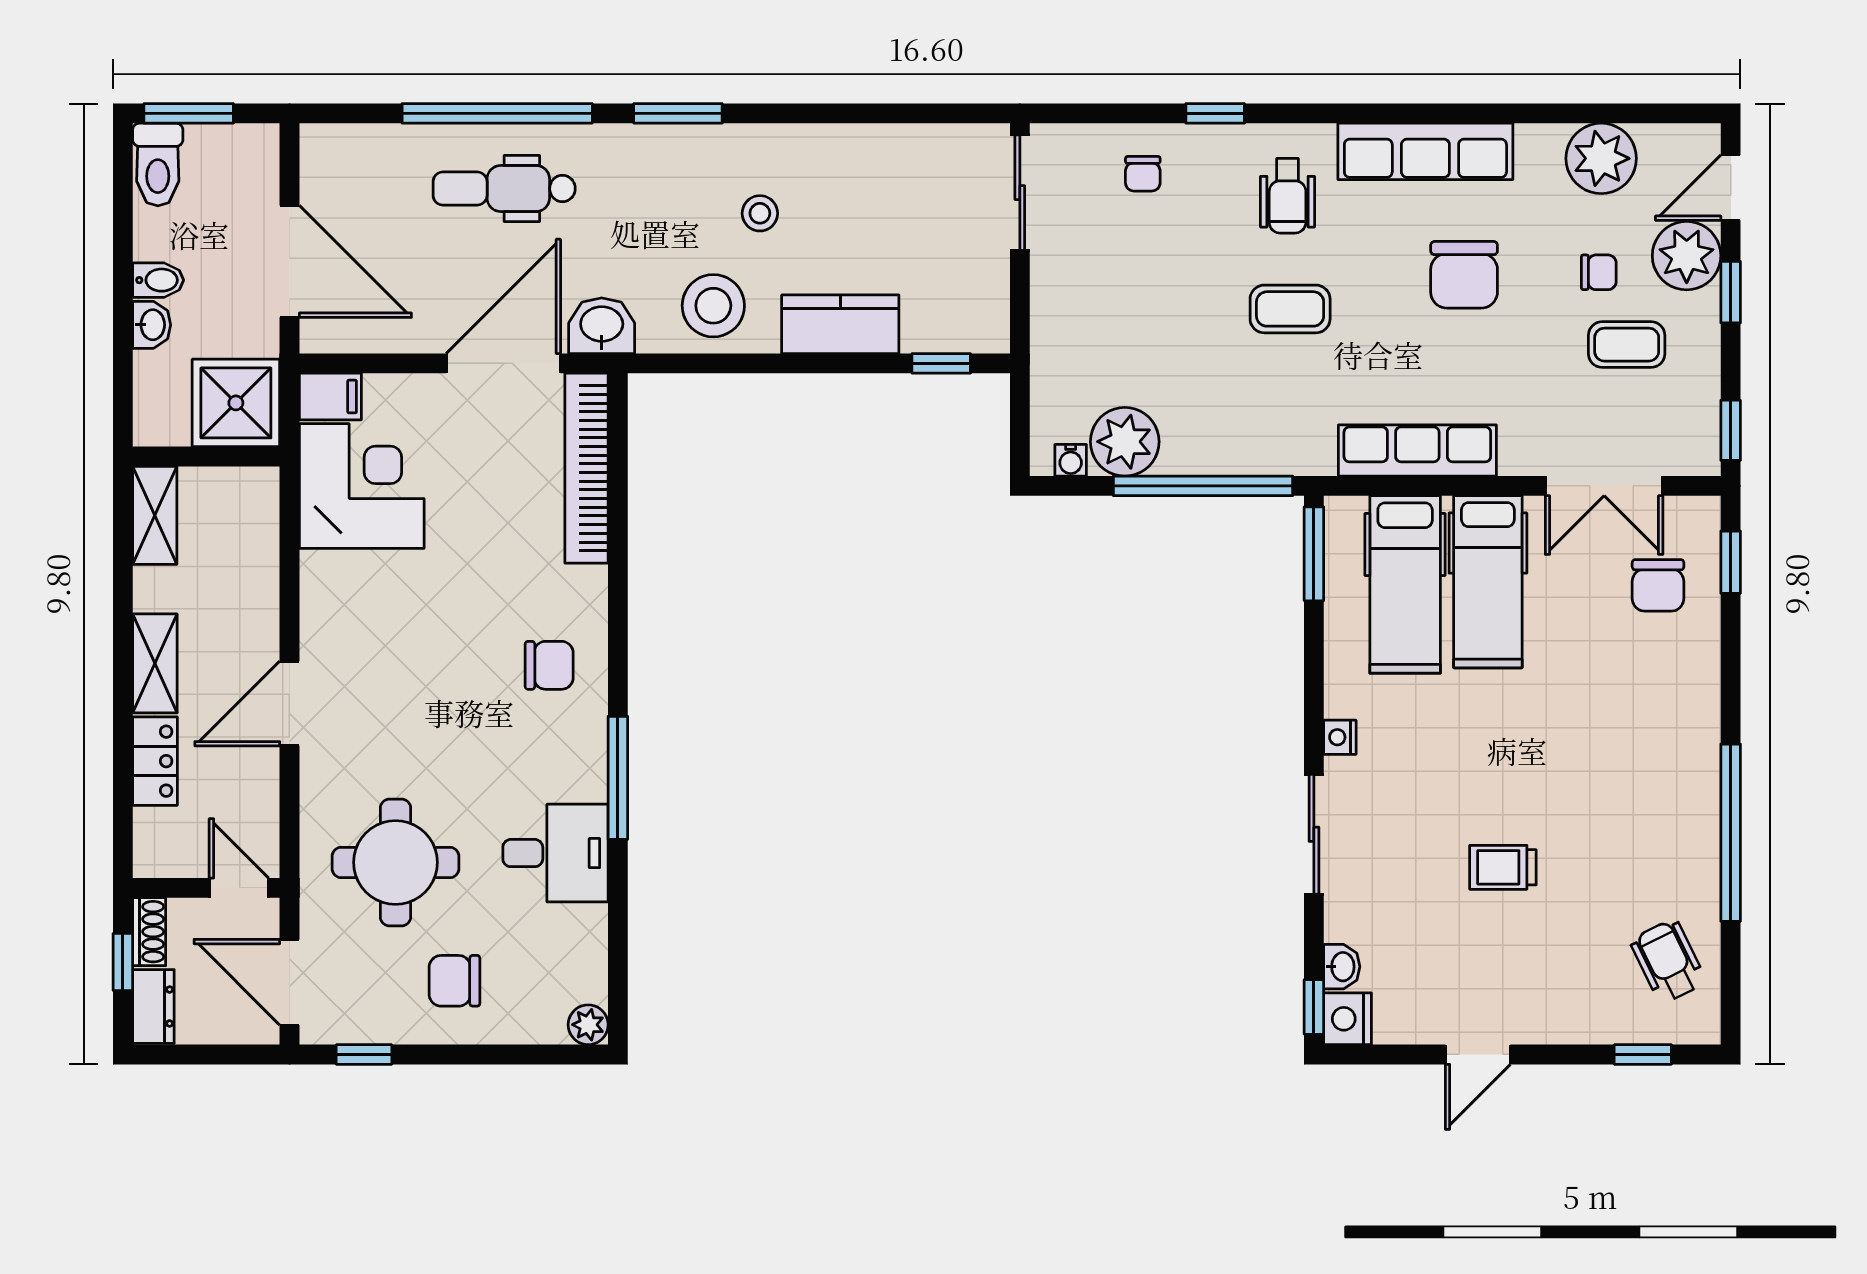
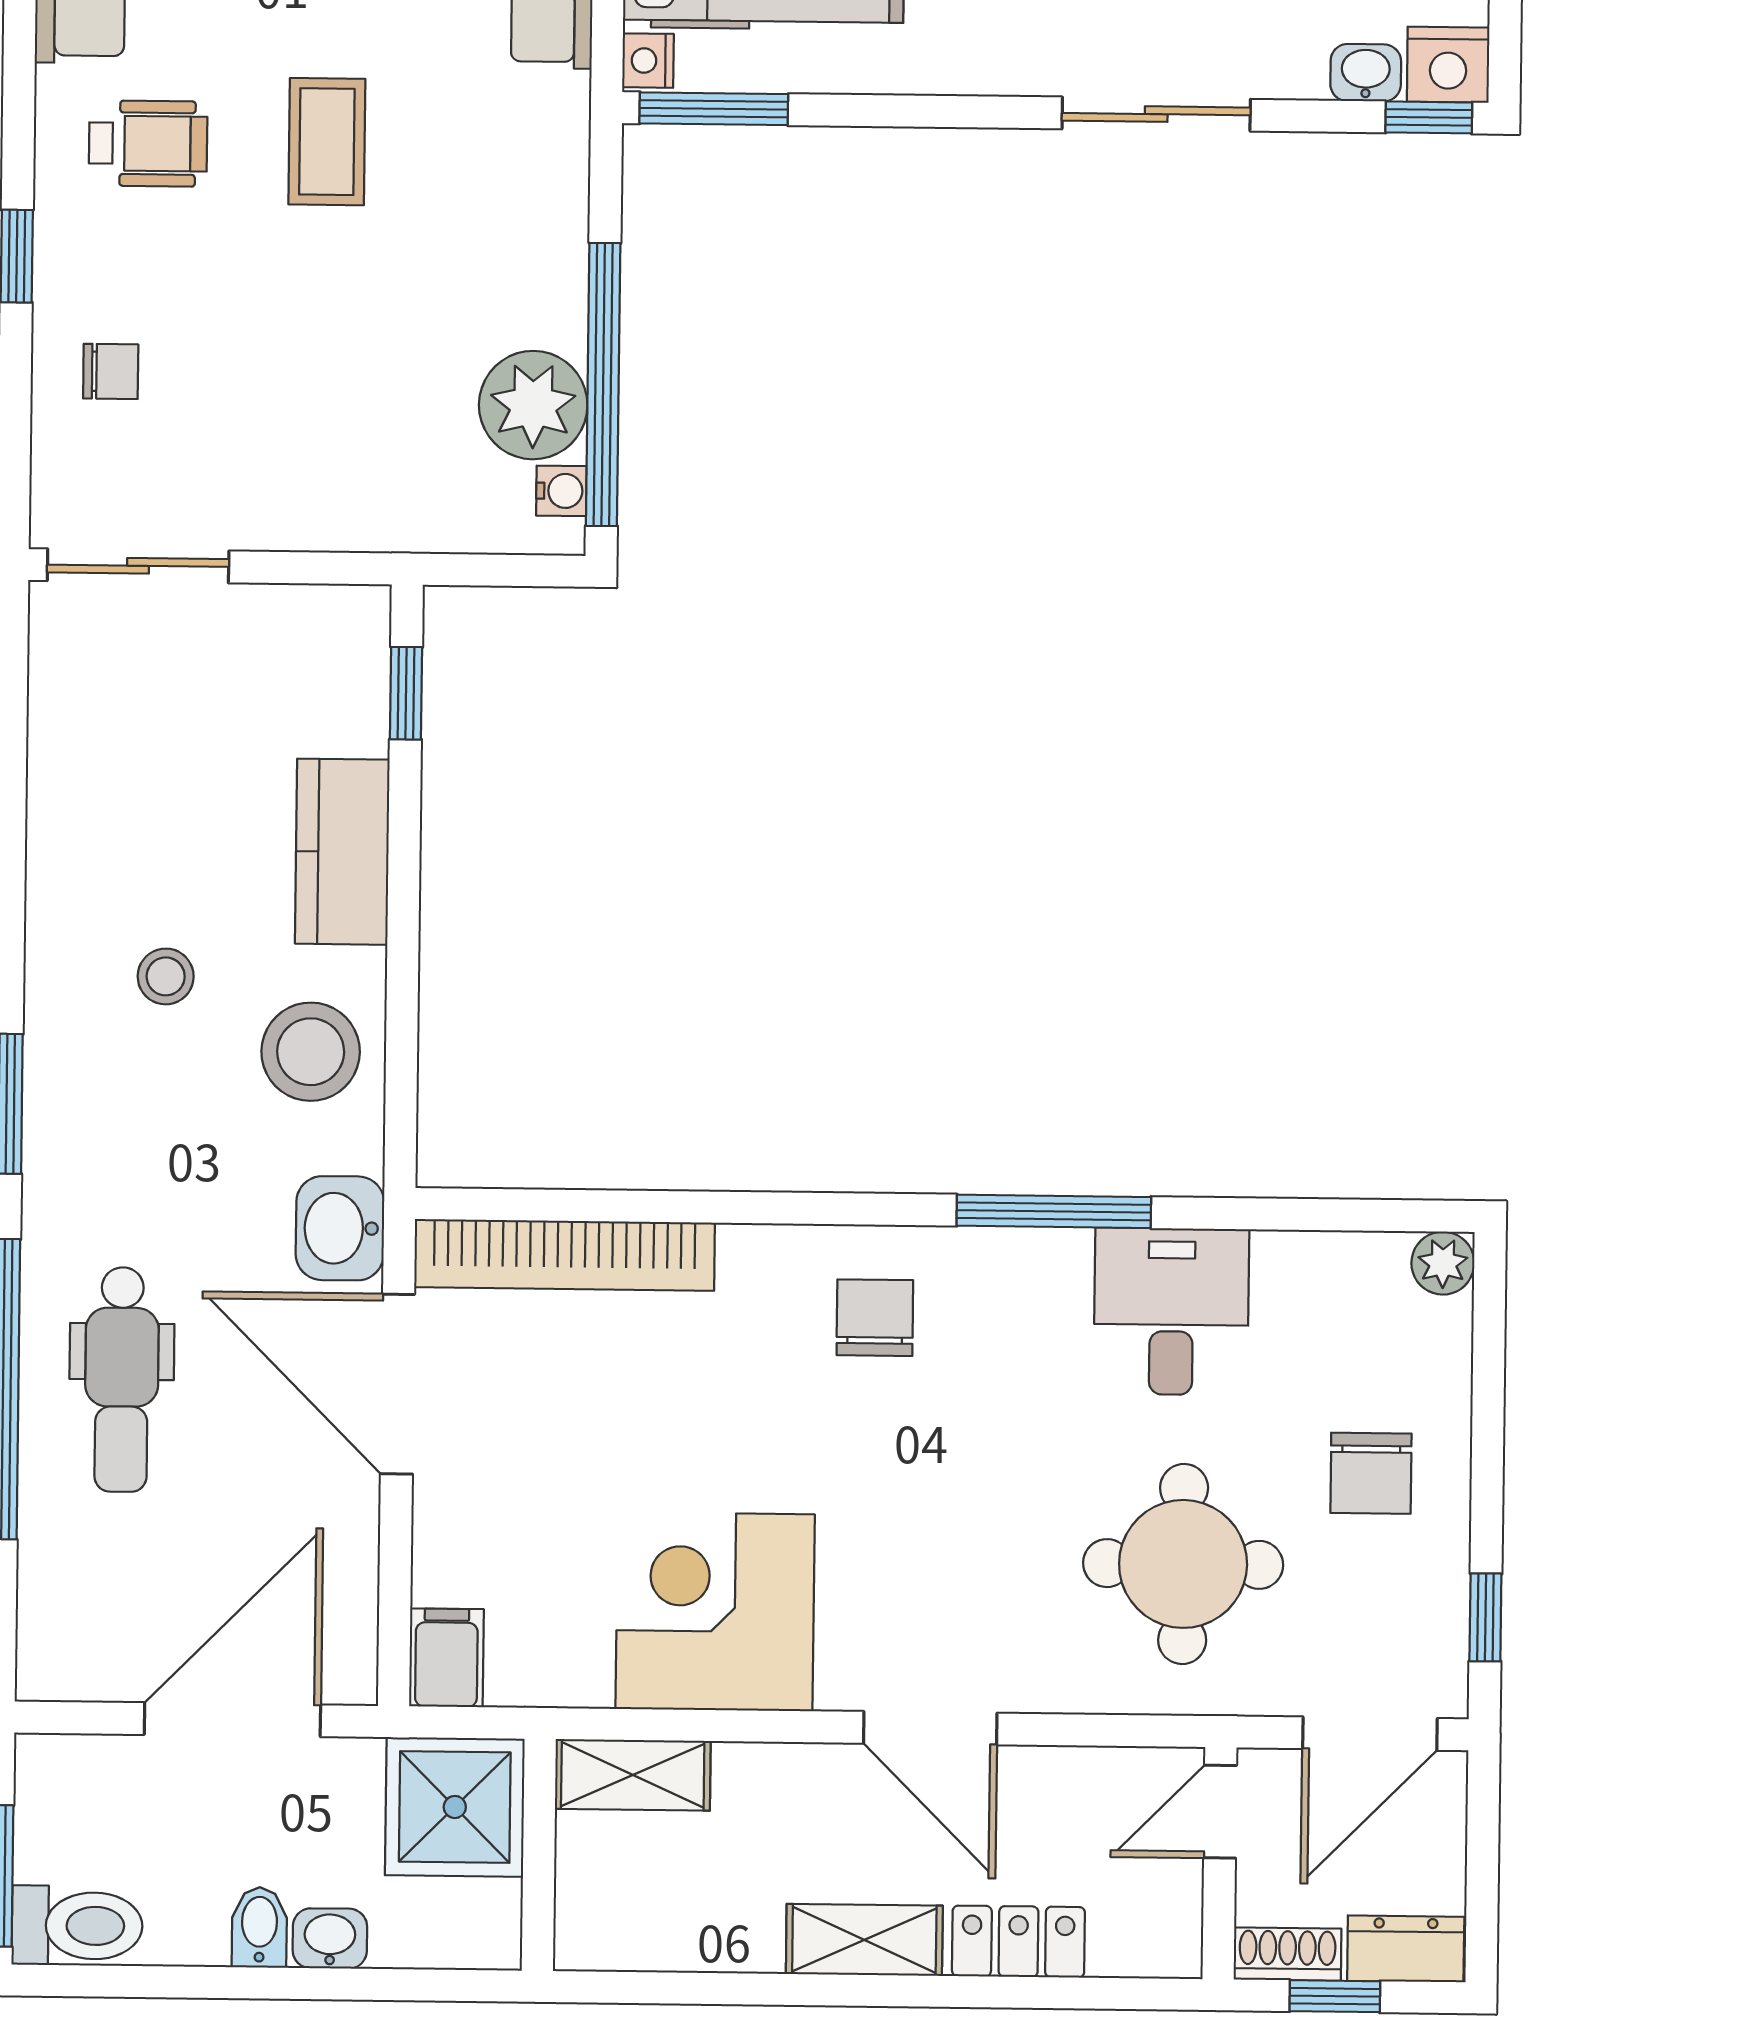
corner desk: (362, 486) -> (715, 1612), moved
window: (1203, 486) -> (603, 385), moved
shelving: (155, 515) -> (633, 1775), moved
nightstand: (1340, 737) -> (648, 61), moved, turned 90

